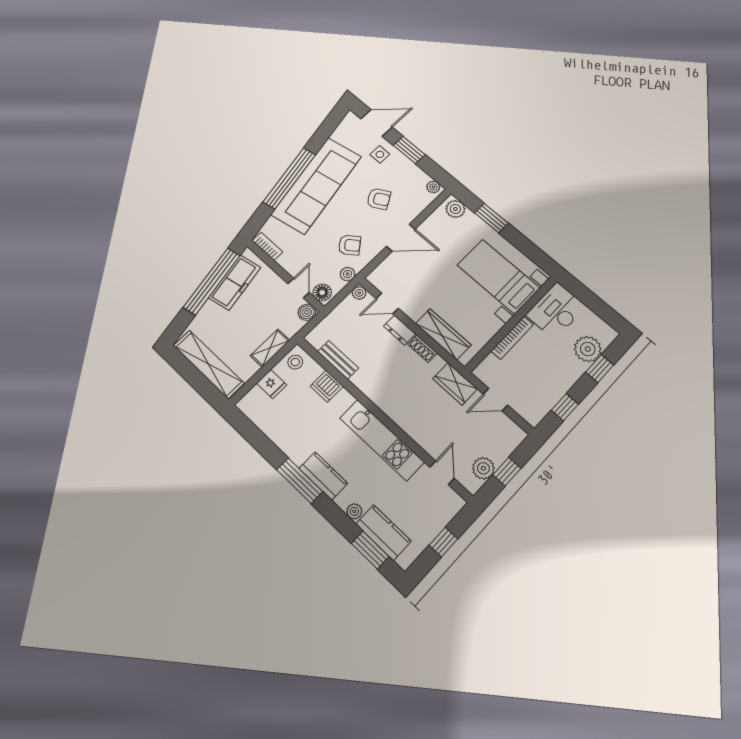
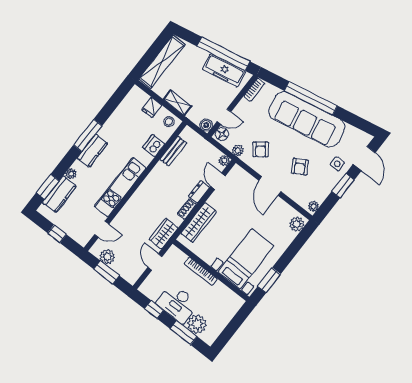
window: (491, 218) -> (269, 280), moved
desk: (556, 311) -> (177, 303), moved, turned 180
window: (600, 369) -> (184, 333), width x1.50
window: (507, 472) -> (106, 272), width x1.50

